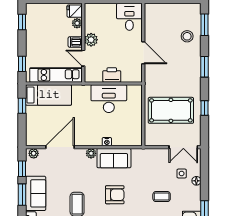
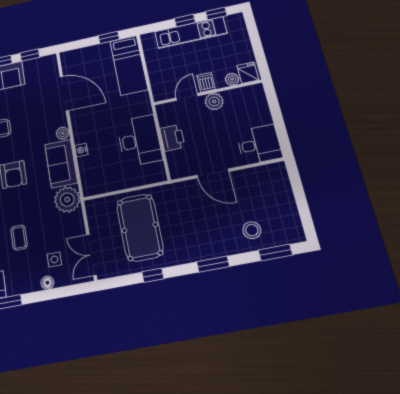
door: (143, 53) -> (213, 173), hinge flipped
window: (22, 64) -> (185, 20), moved
kitchen unit: (56, 75) -> (191, 33), moved, turned 90
plant: (34, 153) -> (67, 200), moved, width x1.87, depth x1.87

